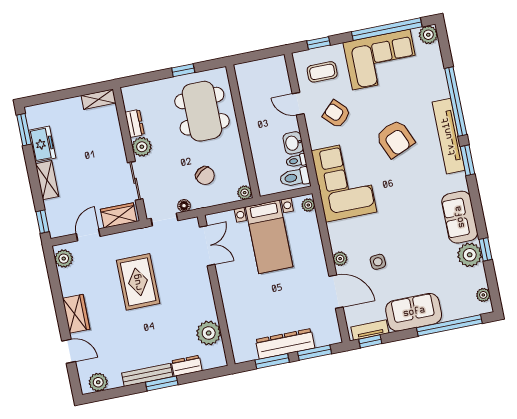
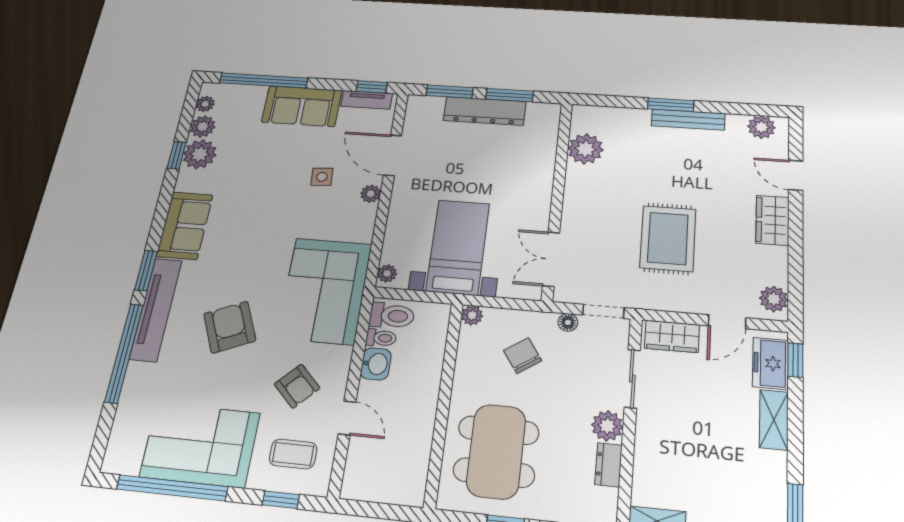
plant: (428, 35) -> (203, 127), moved
freezer: (42, 144) -> (770, 363), moved
sofa: (460, 217) -> (185, 226), moved
dresser: (187, 366) -> (629, 117), removed

